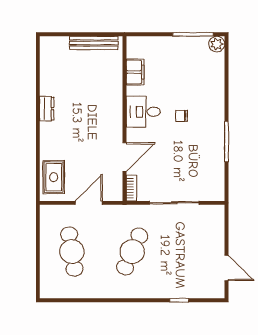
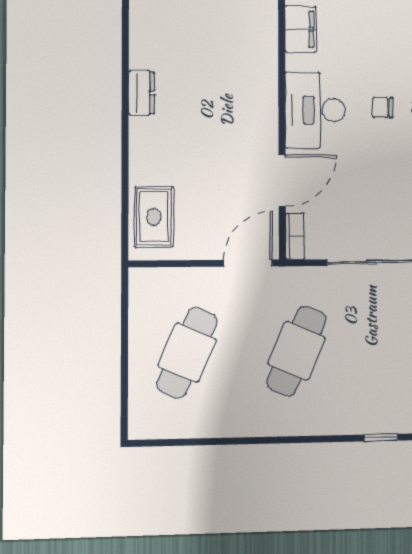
desk: (143, 112) -> (315, 110), width x1.37
door: (89, 203) -> (248, 263), moved
cafe table: (72, 252) -> (187, 353), turned 33

